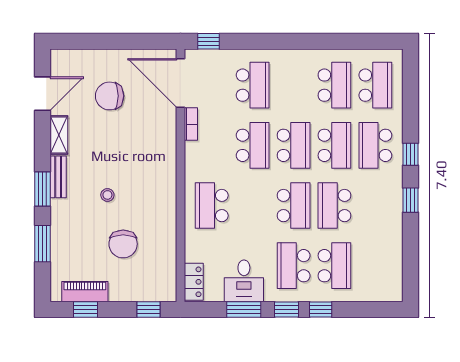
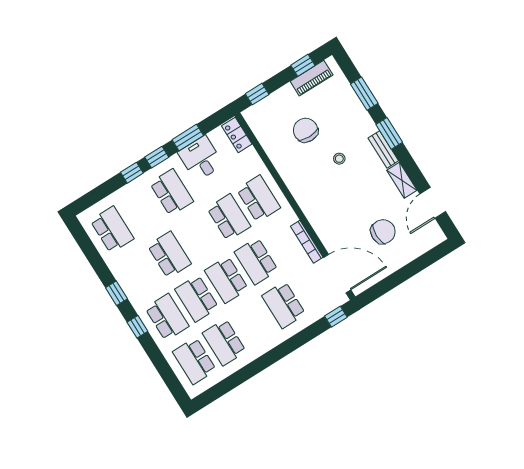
bookcase: (191, 124) -> (307, 242), width x1.56
school desk: (294, 206) -> (229, 217), moved, turned 180
school desk: (334, 266) -> (112, 230), moved, turned 180

